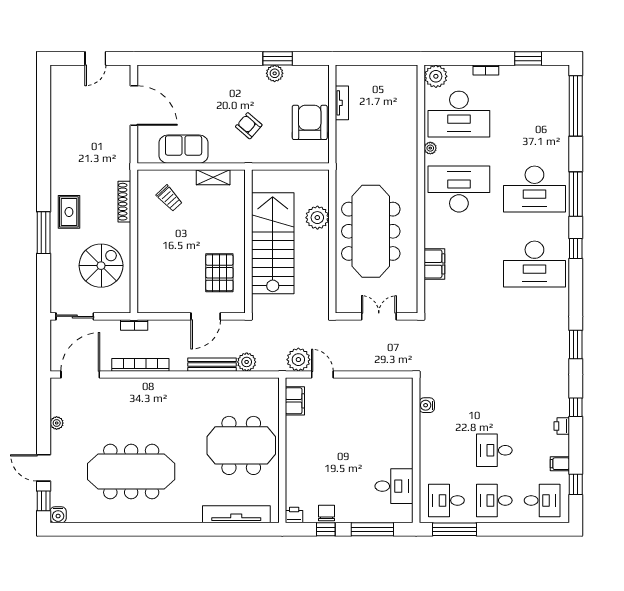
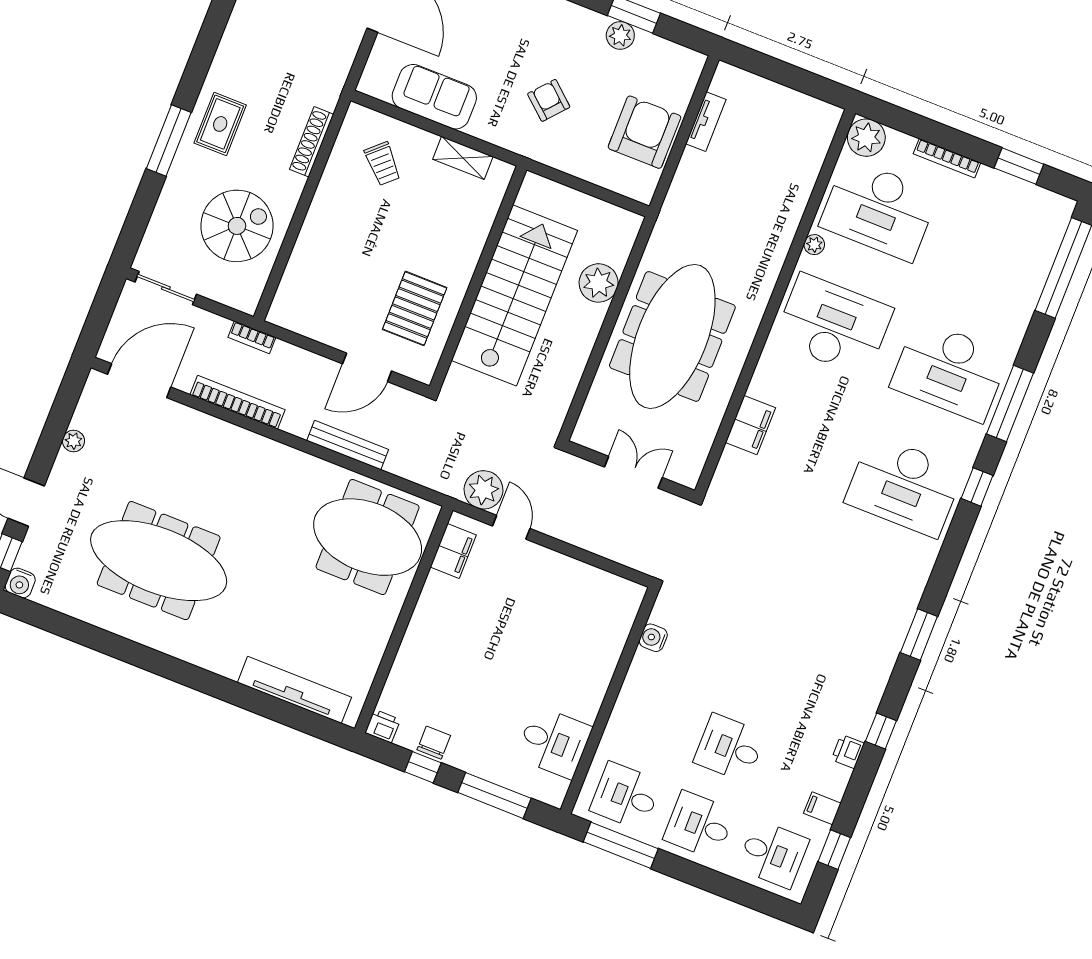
bookcase: (486, 70) -> (947, 158), width x1.56
plant: (247, 362) -> (402, 462), removed
meeting table: (241, 445) -> (368, 537), moved

